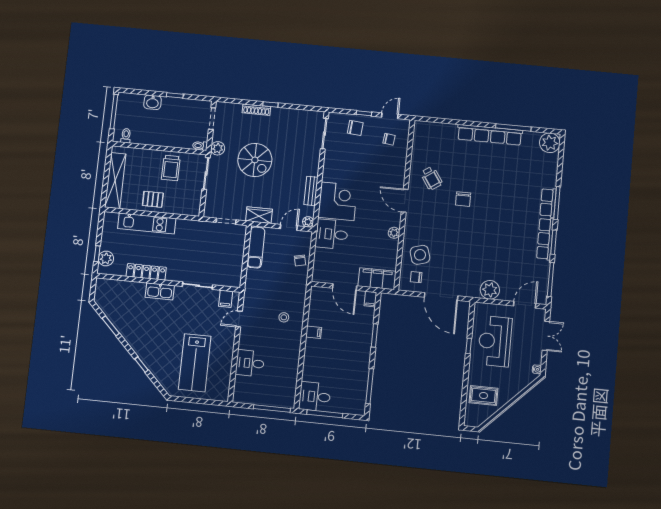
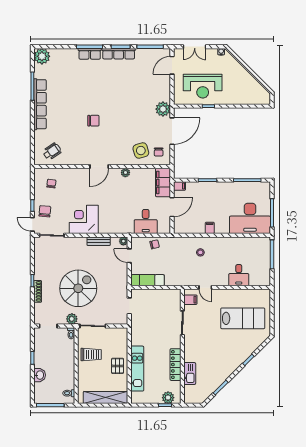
door: (390, 116) -> (32, 224), moved
spiral stairs: (255, 160) -> (78, 288), width x1.37, depth x1.37
wheelchair: (431, 178) -> (52, 151), moved
corner desk: (338, 201) -> (84, 219), moved
wardrobe: (259, 215) -> (122, 280), removed
desk: (332, 234) -> (146, 221), moved
plant: (490, 290) -> (163, 109), moved
kitchen sink: (160, 291) -> (190, 374), moved
door: (525, 305) -> (172, 65), hinge flipped
double door: (546, 336) -> (195, 47), swing flipped
rug: (484, 396) -> (245, 91), removed
desk: (315, 397) -> (250, 218), width x1.87, depth x1.30

